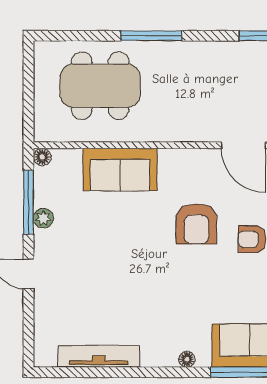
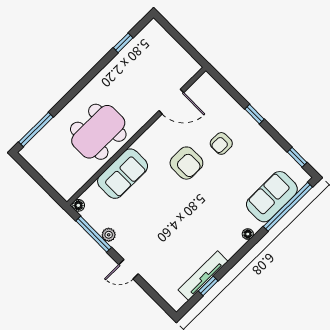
window: (151, 36) -> (36, 129), moved
dining table: (100, 86) -> (98, 132), moved
window: (93, 372) -> (208, 286), added

